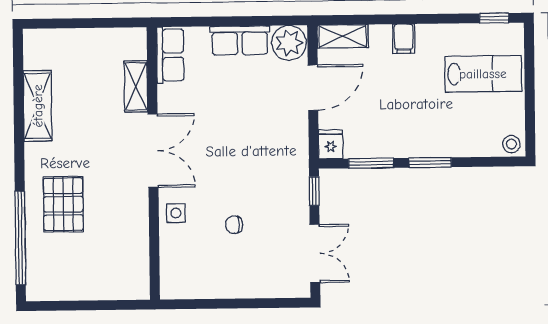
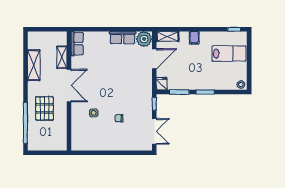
row of seats: (170, 55) -> (77, 44), moved
shelving: (136, 86) -> (62, 57), moved
double door: (153, 151) -> (69, 85), moved
wall: (153, 163) -> (69, 91), moved

